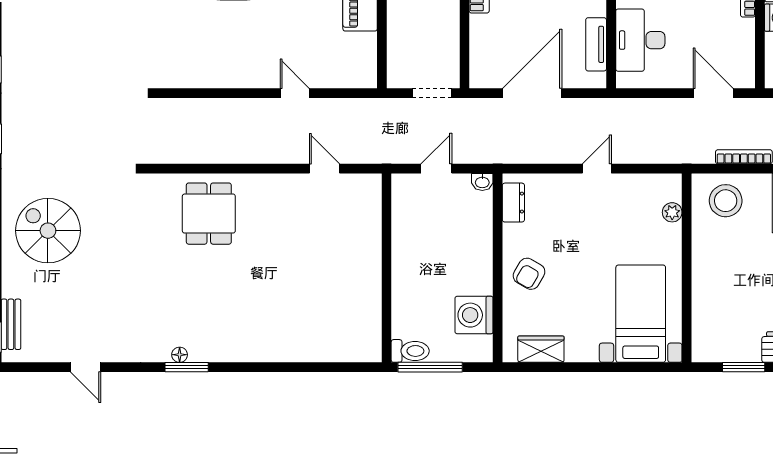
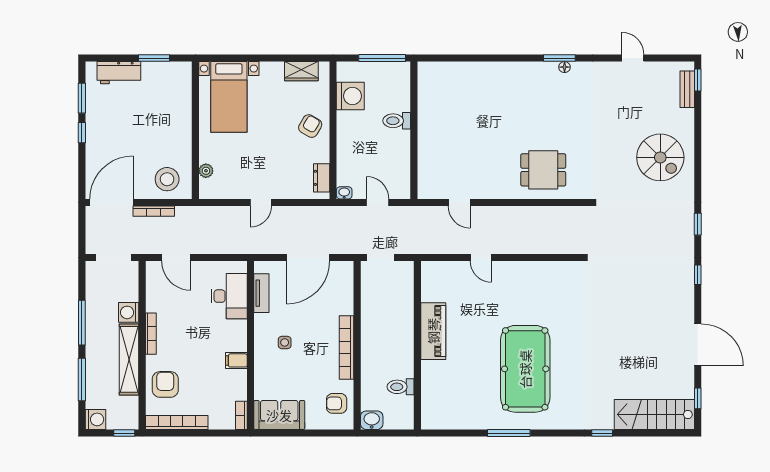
door: (436, 169) -> (378, 203), swing flipped
dining table: (209, 214) -> (543, 170), turned 90
toilet: (410, 351) -> (397, 121), moved

